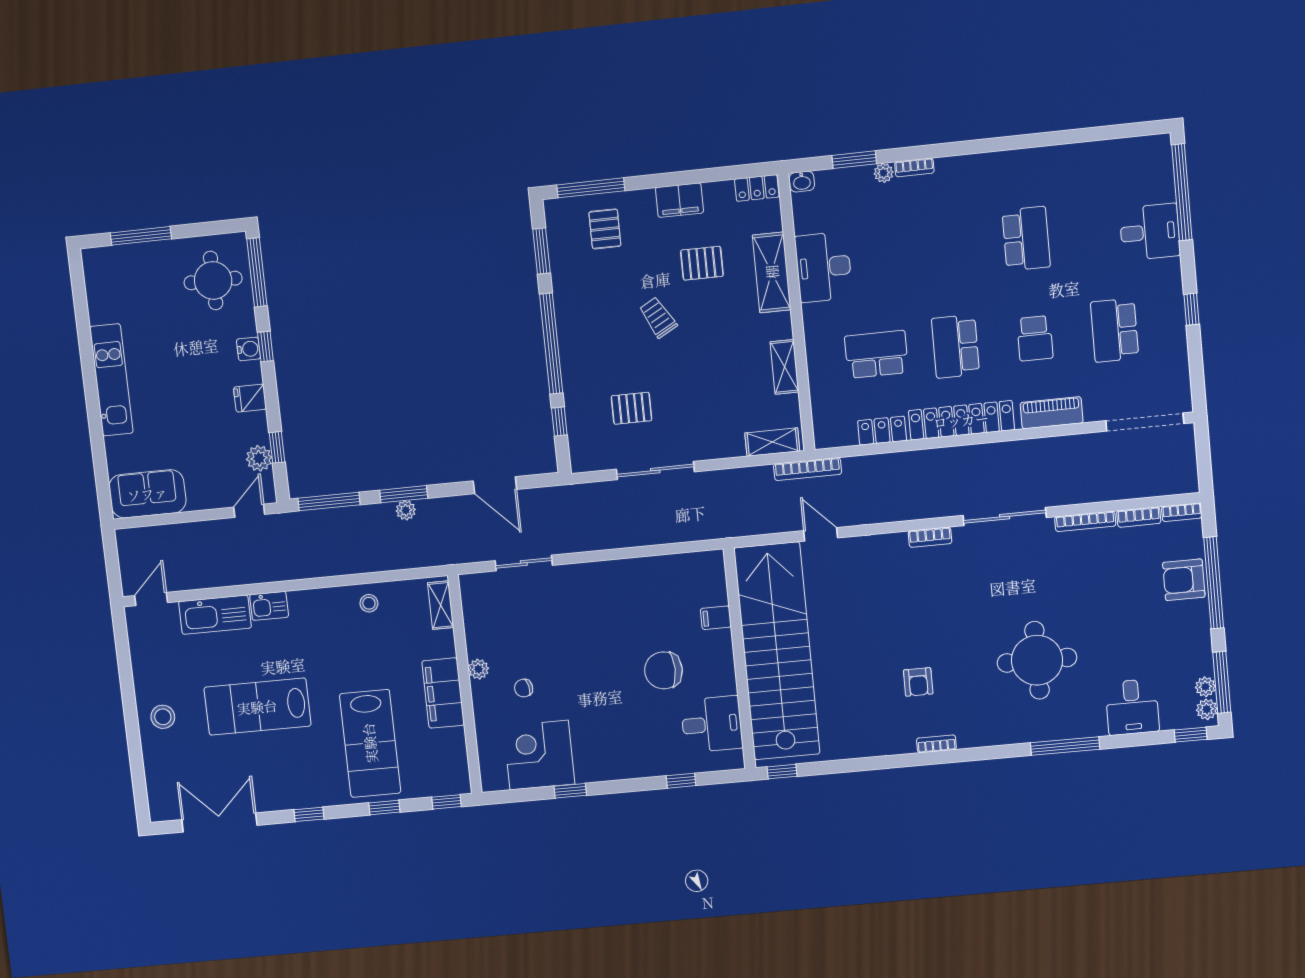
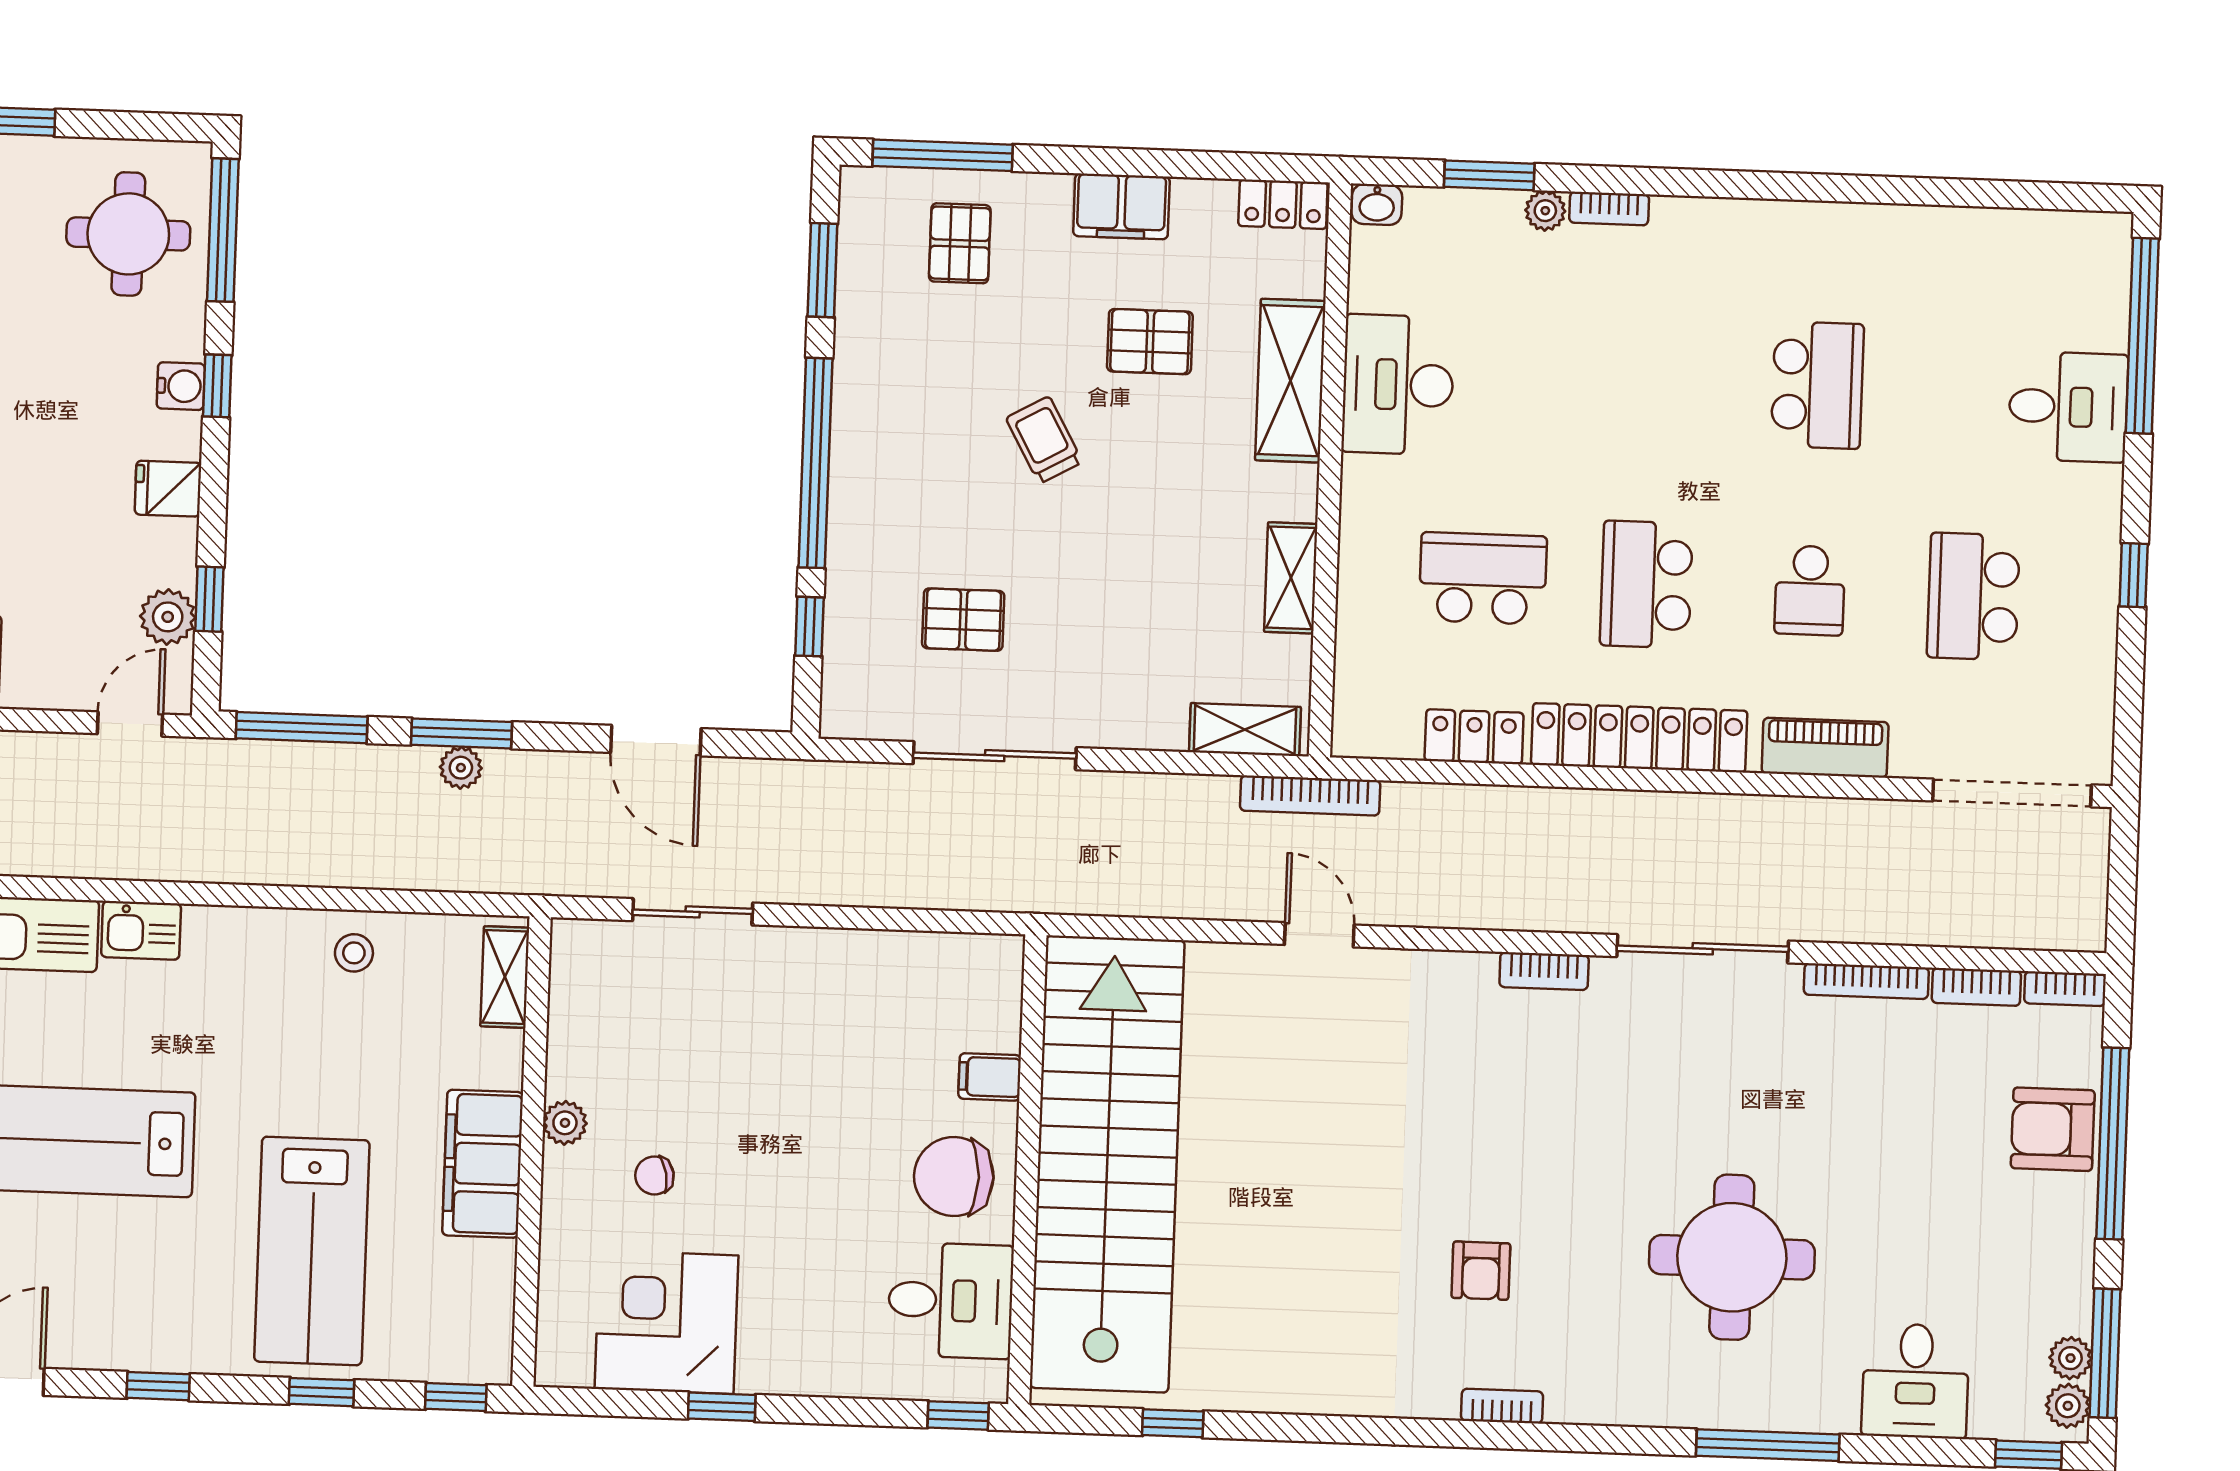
filing cabinet: (716, 618) -> (990, 1077), moved
stairs: (777, 651) -> (1107, 1164), moved
wall: (740, 659) -> (1027, 1170), moved
desk: (712, 724) -> (951, 1300), moved

